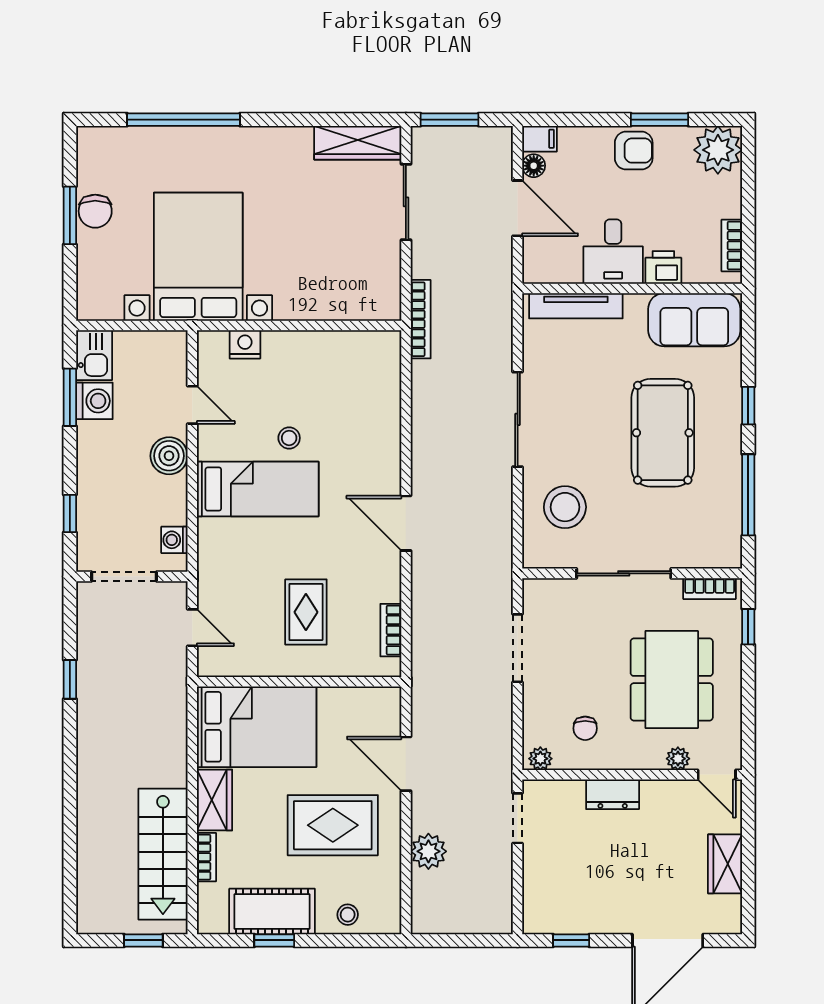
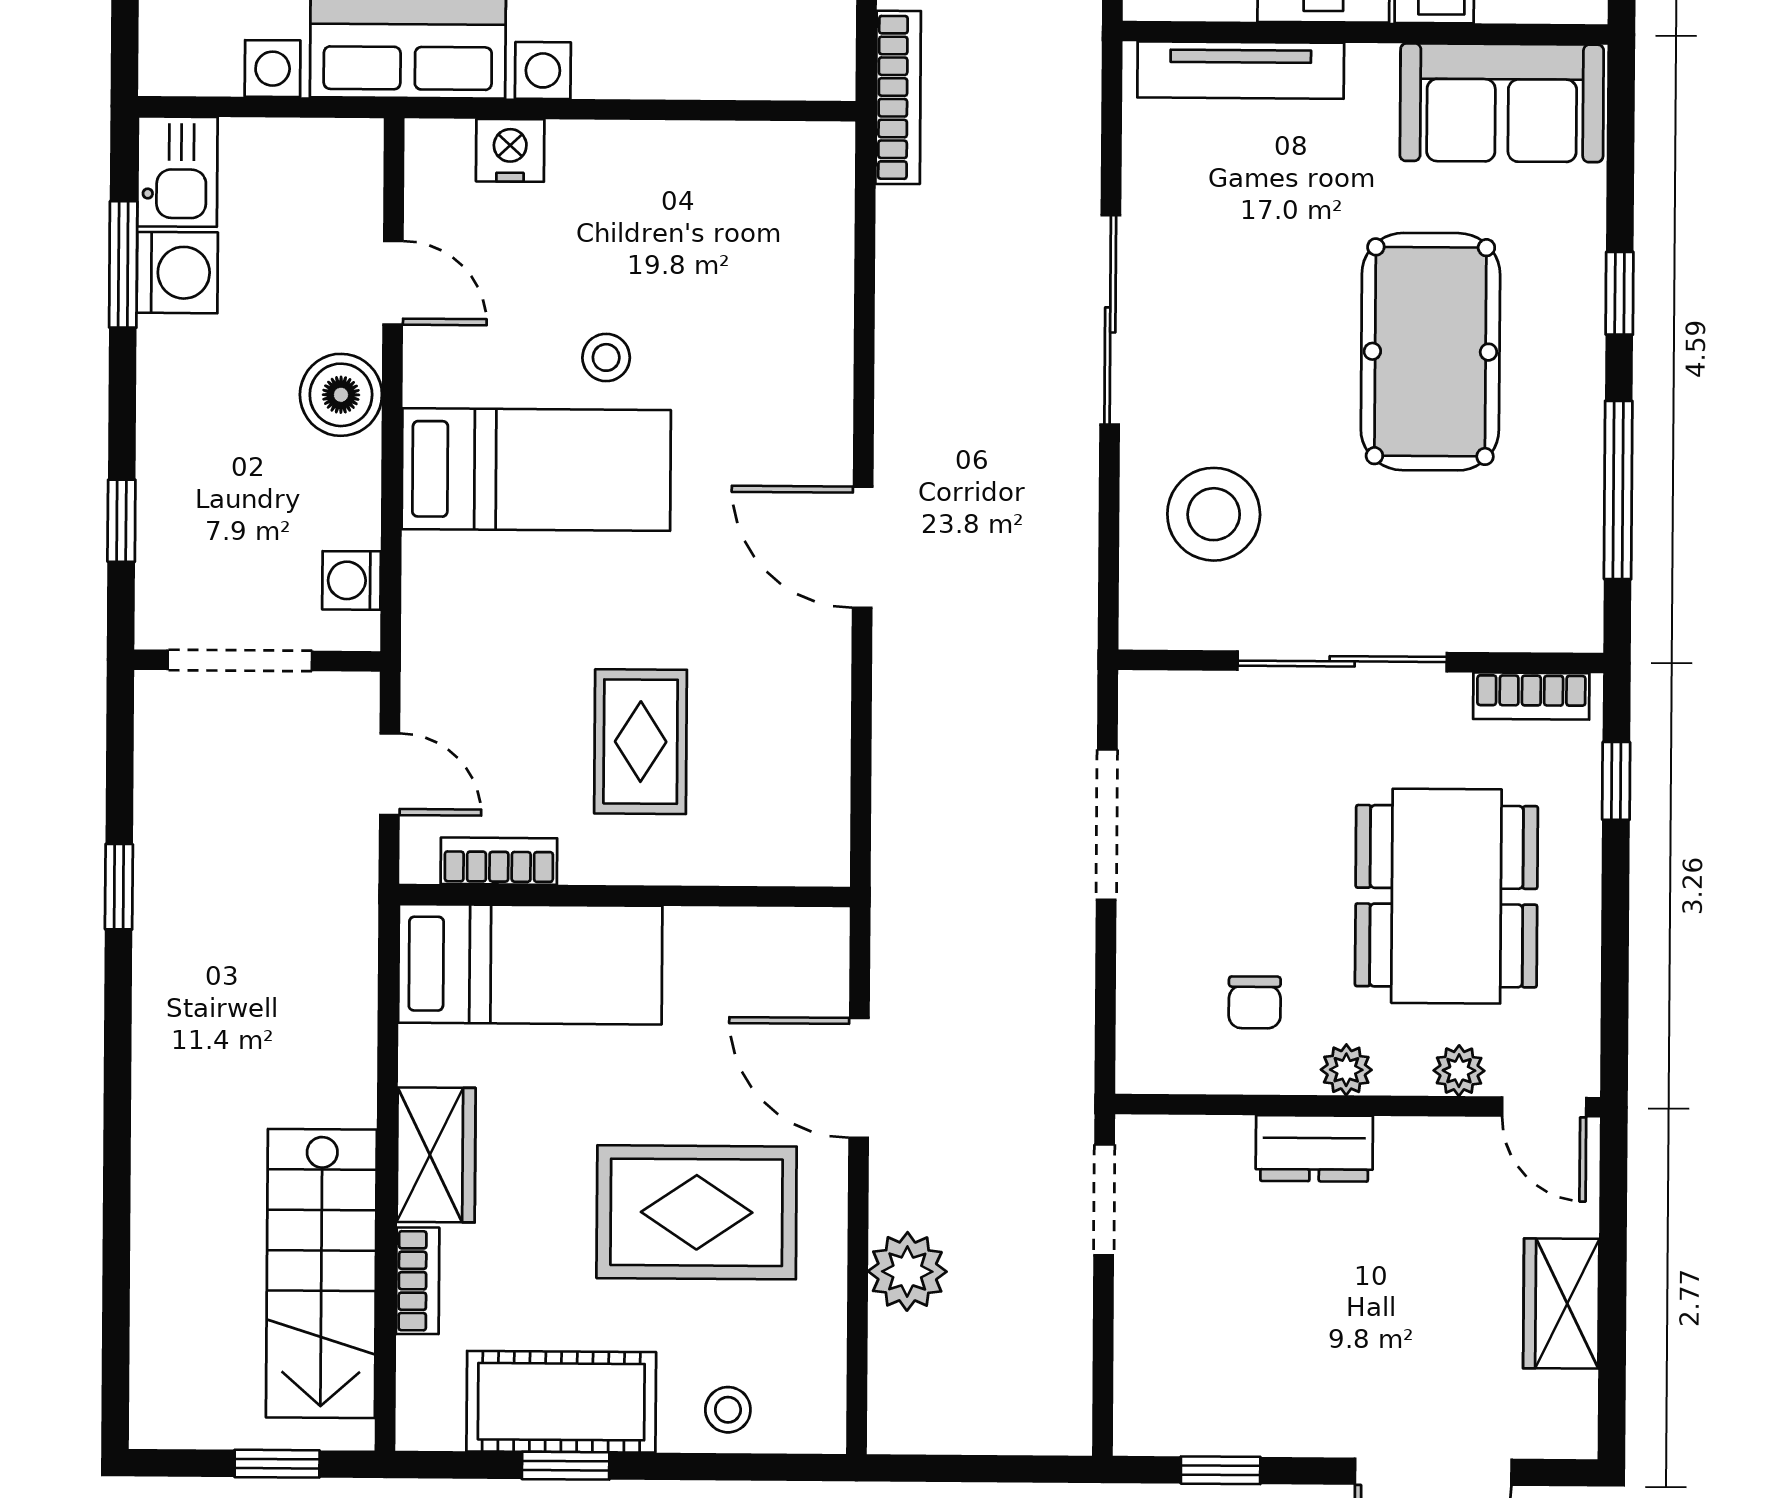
bookcase: (391, 630) -> (499, 861), moved, turned 90
bed: (257, 727) -> (530, 964), width x0.67
plant: (540, 759) -> (1346, 1070), moved

